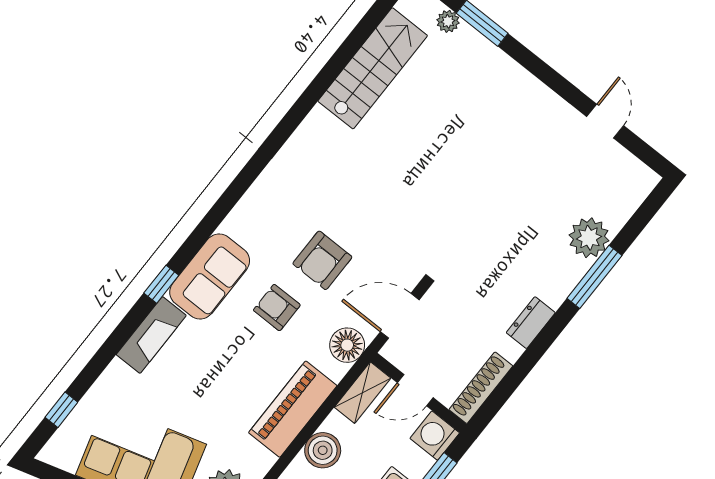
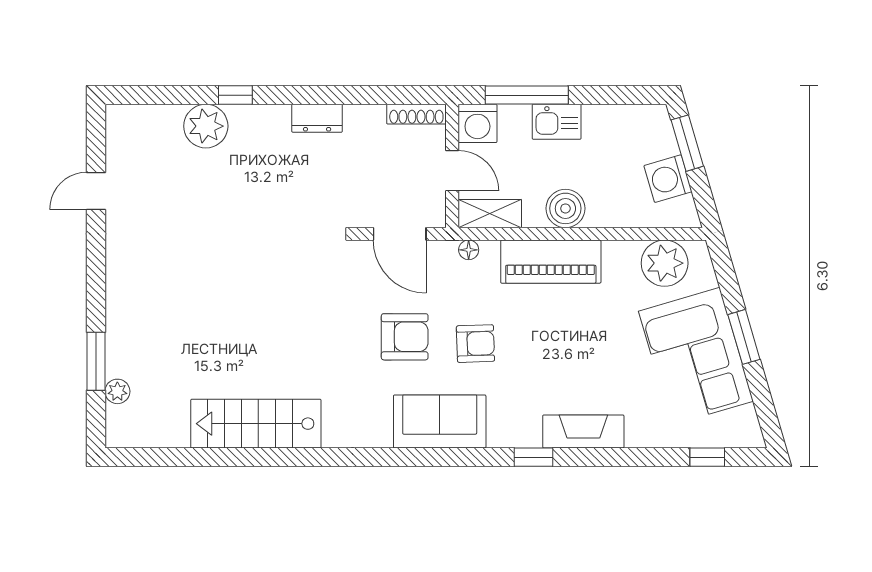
stairs: (373, 68) -> (256, 424), moved
sofa: (210, 276) -> (440, 421), moved
window: (594, 277) -> (235, 95), width x0.46
armchair: (277, 308) -> (475, 344), turned -92
floor lamp: (347, 345) -> (469, 250), width x0.53, depth x0.53
shoe rack: (481, 388) -> (416, 114), width x0.74, depth x0.81

